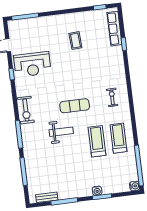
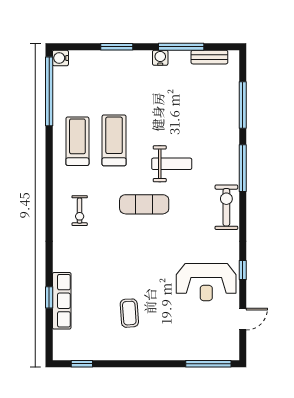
row of seats: (114, 29) -> (62, 301), moved
reception desk: (32, 64) -> (206, 282), turned 180
weight bench: (61, 132) -> (172, 164), turned 180
treadmill: (118, 138) -> (77, 141), turned 180
treadmill: (97, 141) -> (114, 140), turned 180
water cooler: (97, 191) -> (160, 58), moved

